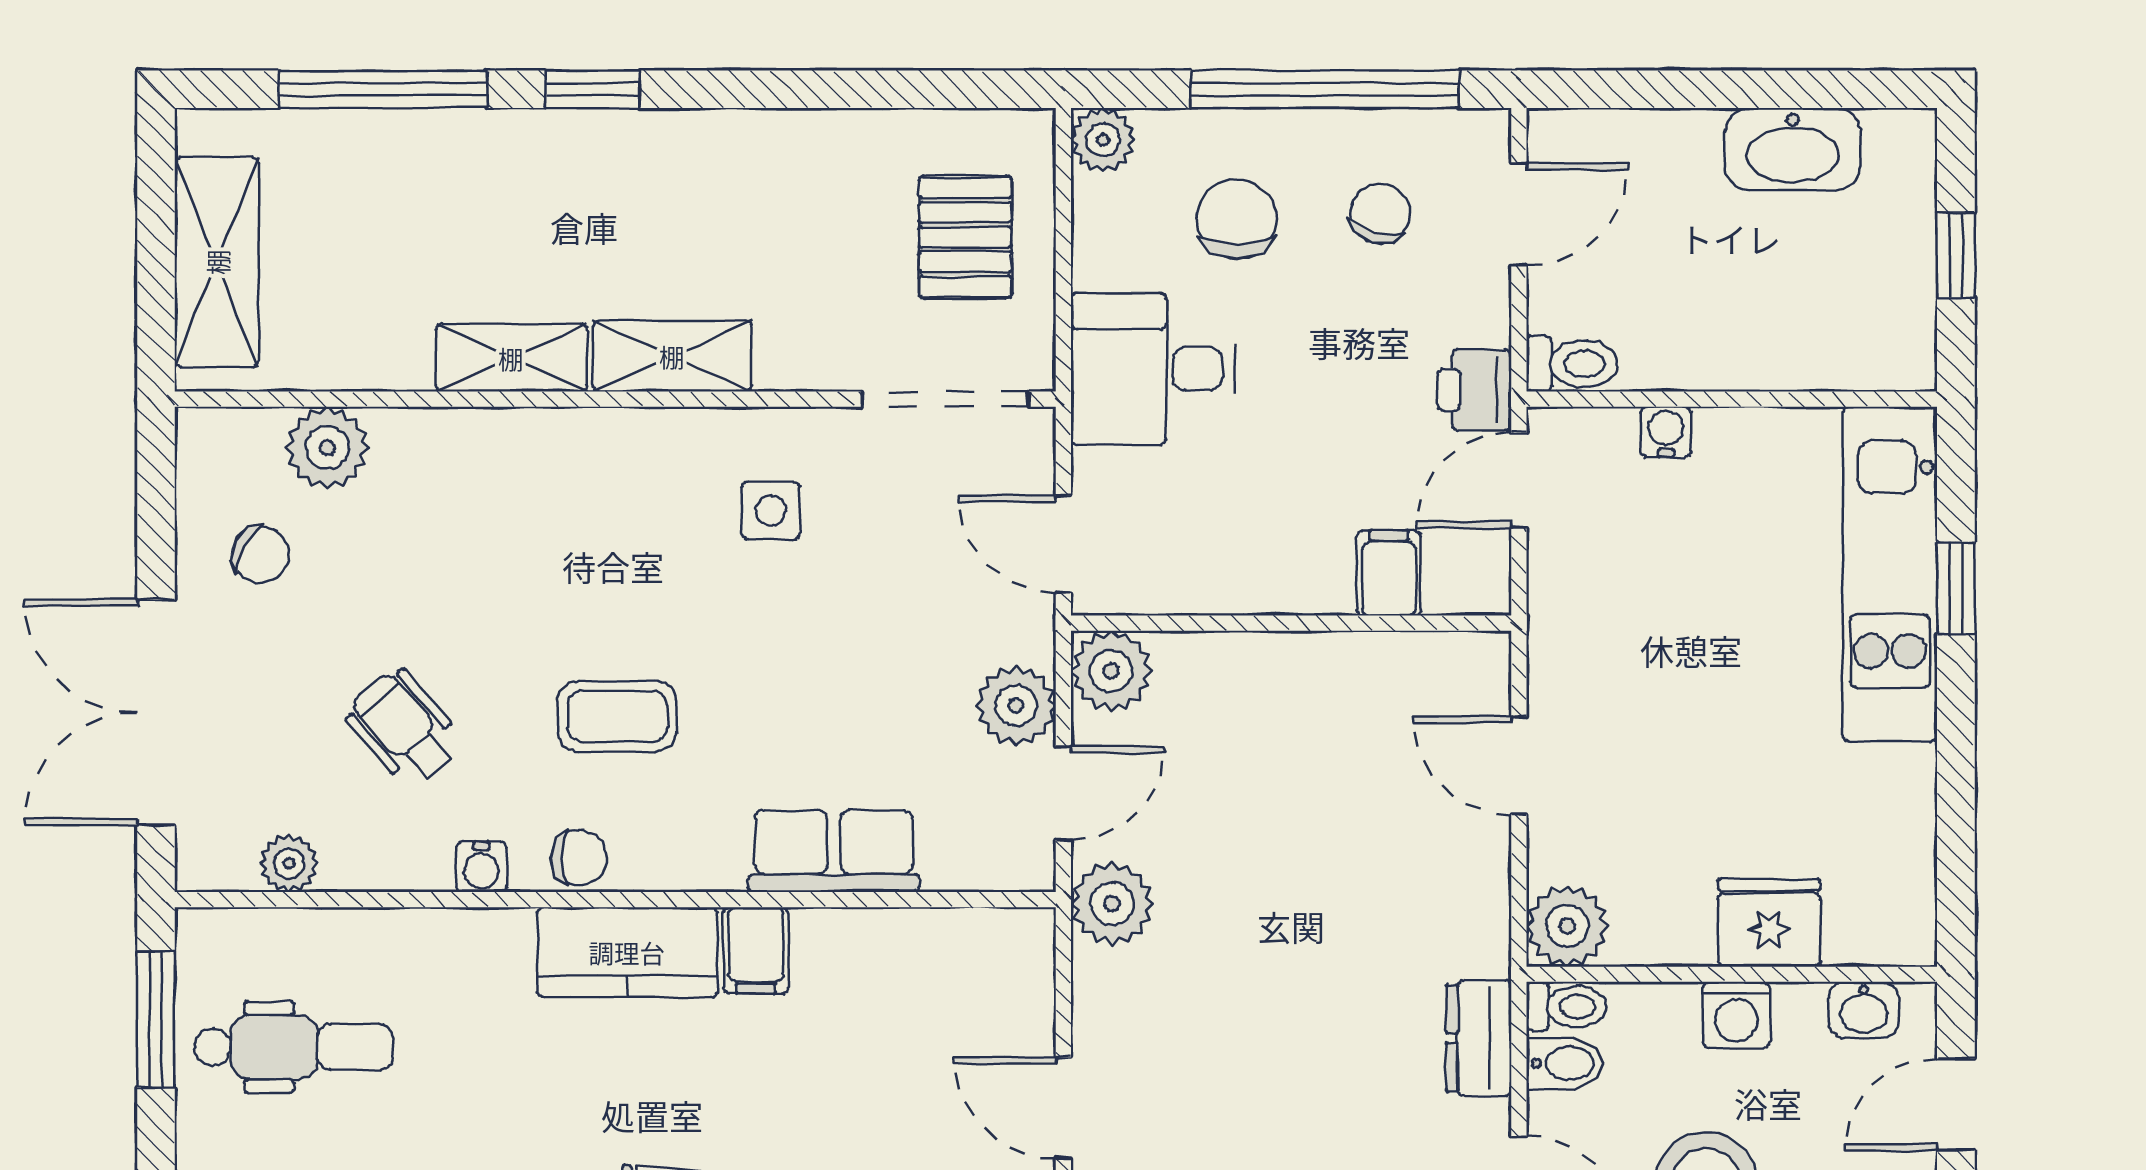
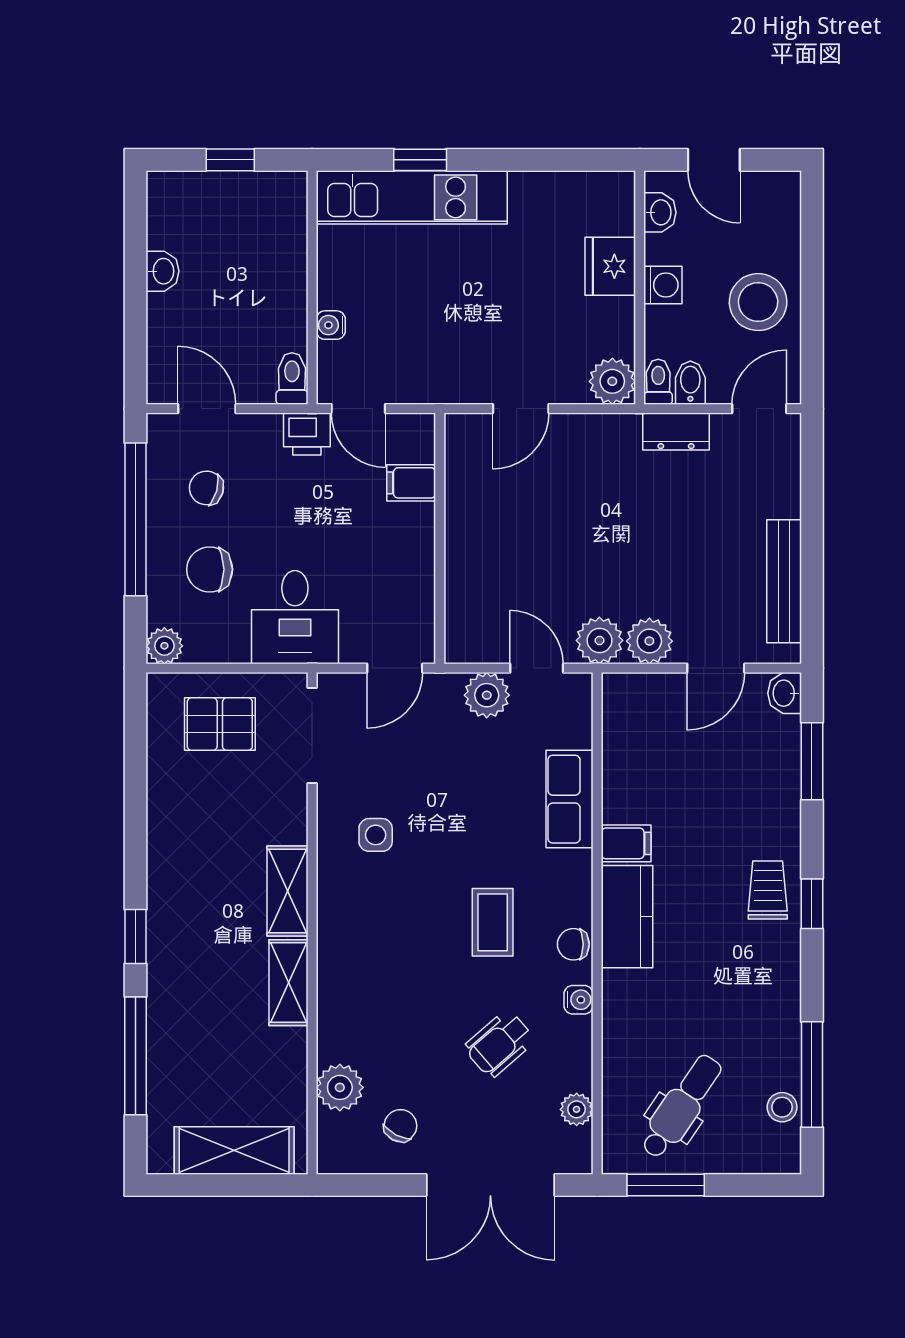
washbasin: (1793, 149) -> (162, 271), width x0.52, depth x0.69
plant: (1111, 671) -> (649, 641), moved
chair: (579, 858) -> (573, 944), turned -90
dental chair: (294, 1047) -> (681, 1107), turned 34

